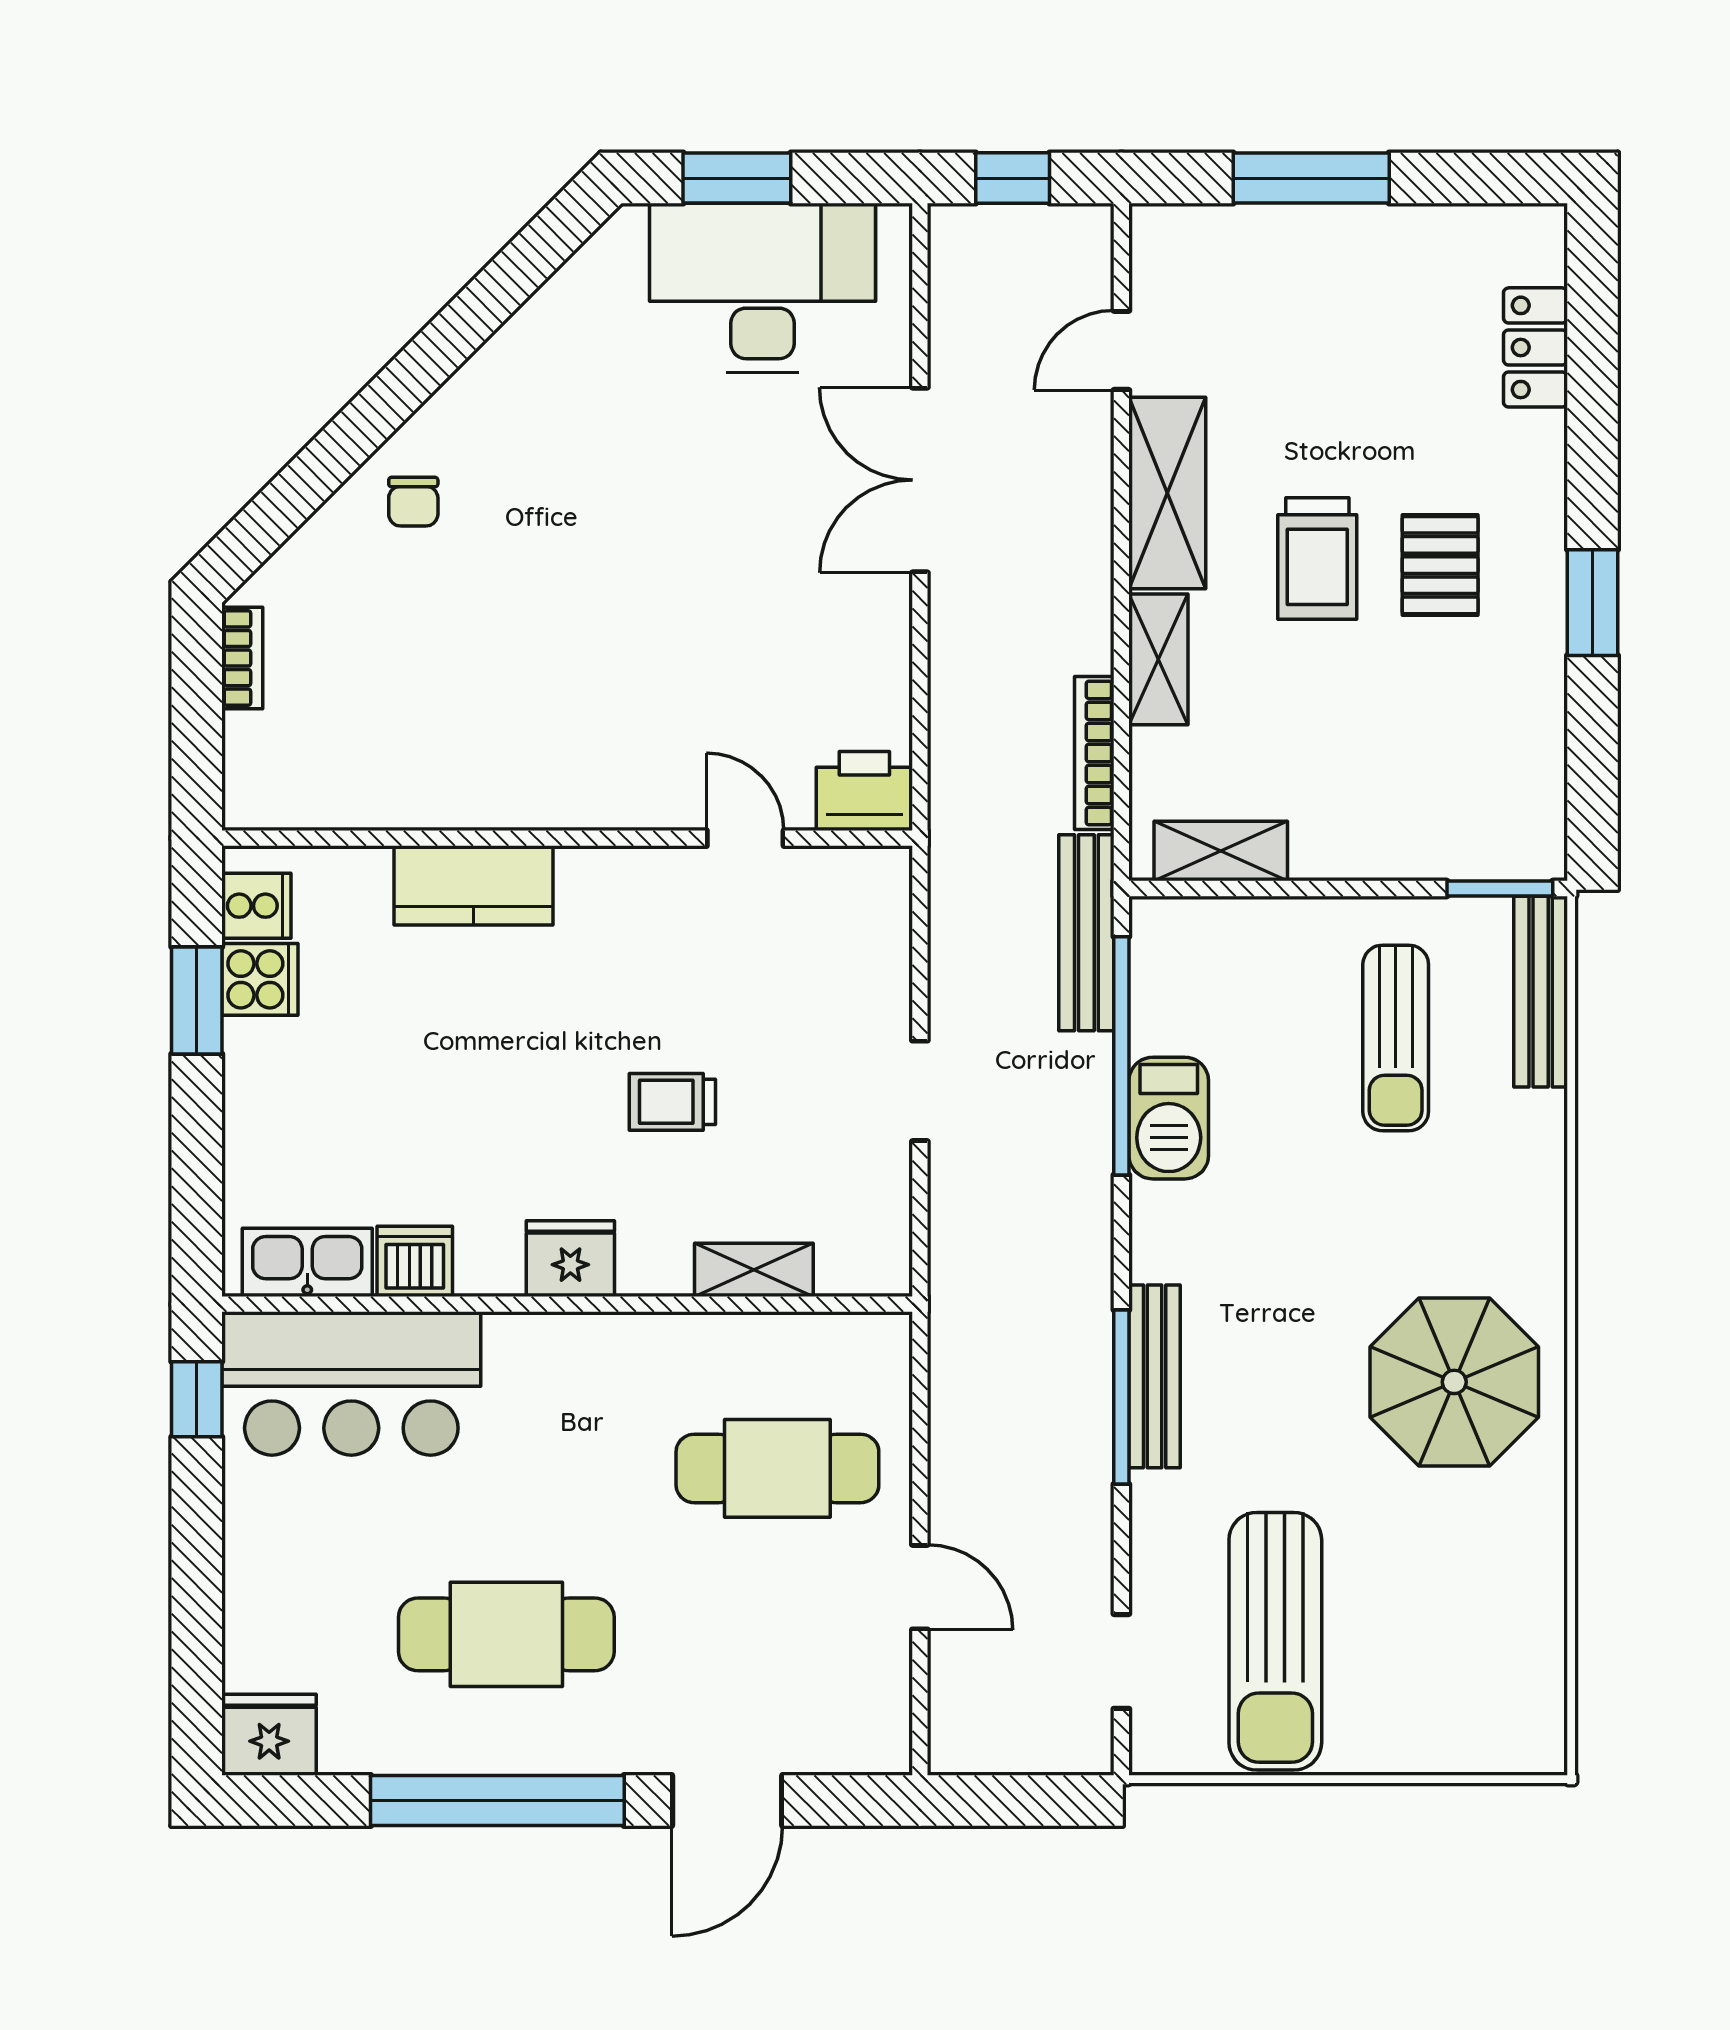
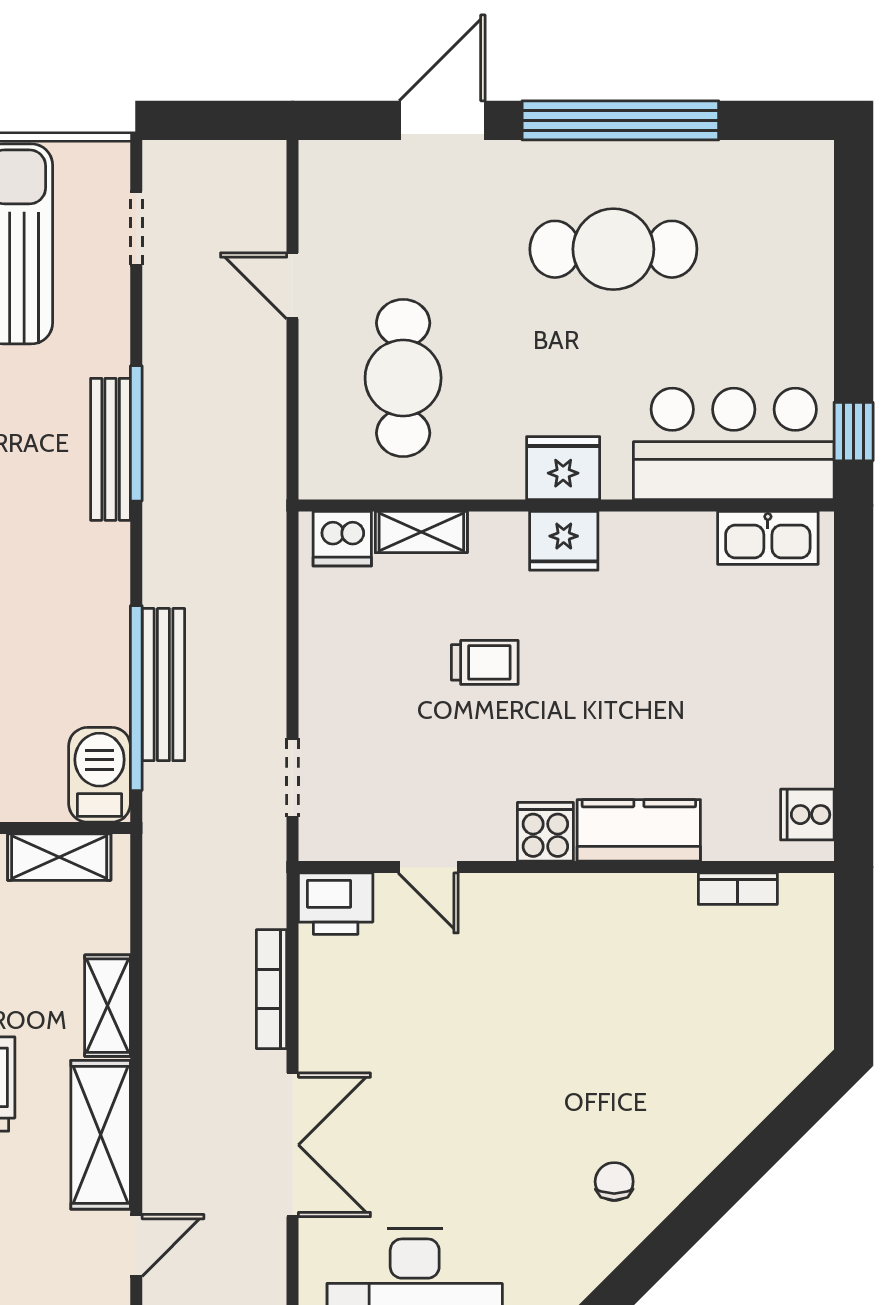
chair: (413, 502) -> (614, 1182), moved
bookcase: (242, 658) -> (738, 889), moved, turned -90
bookcase: (1094, 753) -> (272, 989), moved, turned 180
bench: (1086, 933) -> (163, 685), moved
cooker: (260, 979) -> (545, 832), moved, turned 90
window: (197, 1000) -> (854, 741), removed
doorway: (920, 1091) -> (293, 778), moved
barbecue: (1169, 1118) -> (100, 775), moved
dishwasher: (415, 1261) -> (342, 539), moved
cafe table: (777, 1468) -> (403, 378), turned 90
fridge: (269, 1735) -> (563, 468), moved, turned 180

